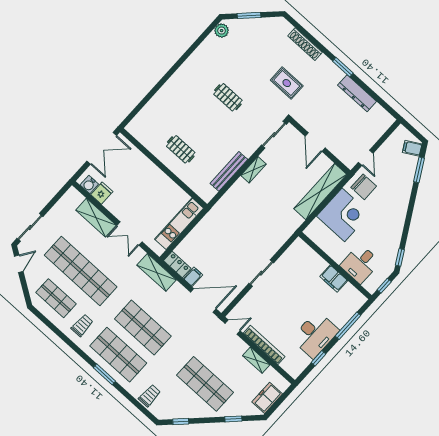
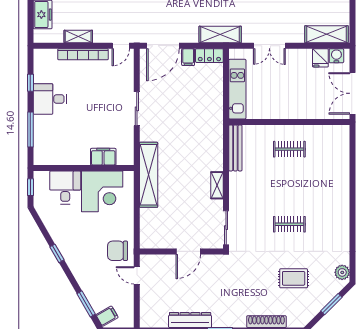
rug: (287, 83) -> (294, 278), moved
door: (315, 142) -> (188, 251), swing flipped
bench: (229, 171) -> (235, 148), moved
shelving: (320, 192) -> (149, 175), moved
corner desk: (343, 215) -> (102, 191), moved, turned -90
shelving: (96, 218) -> (326, 34), moved
double door: (129, 234) -> (269, 46), swing flipped
window: (400, 257) -> (57, 253), moved
filing cabinet: (334, 279) -> (103, 157), moved
desk: (315, 335) -> (50, 99), width x0.73

